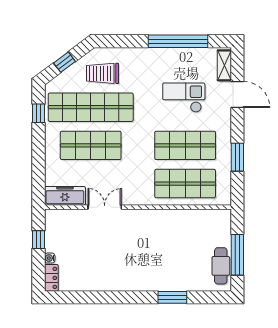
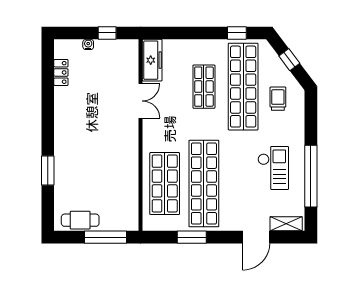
trolley: (102, 73) -> (278, 99), width x0.73, depth x0.72
checkout: (184, 98) -> (273, 168), moved
shop shelf: (91, 145) -> (204, 87), width x0.70, depth x0.74
shop shelf: (185, 145) -> (204, 184), width x1.40
window: (237, 255) -> (106, 237), moved
locker: (51, 278) -> (61, 72), moved, turned -90

